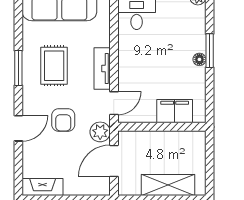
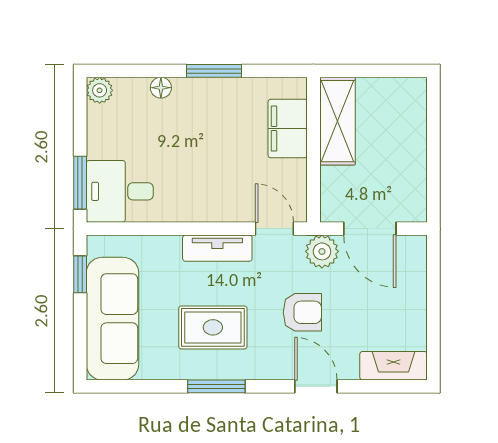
window: (210, 51) -> (214, 71), moved
floor lamp: (199, 59) -> (161, 88), moved
shelving: (168, 185) -> (337, 121), moved
fireplace: (43, 187) -> (394, 366), moved, turned 90

